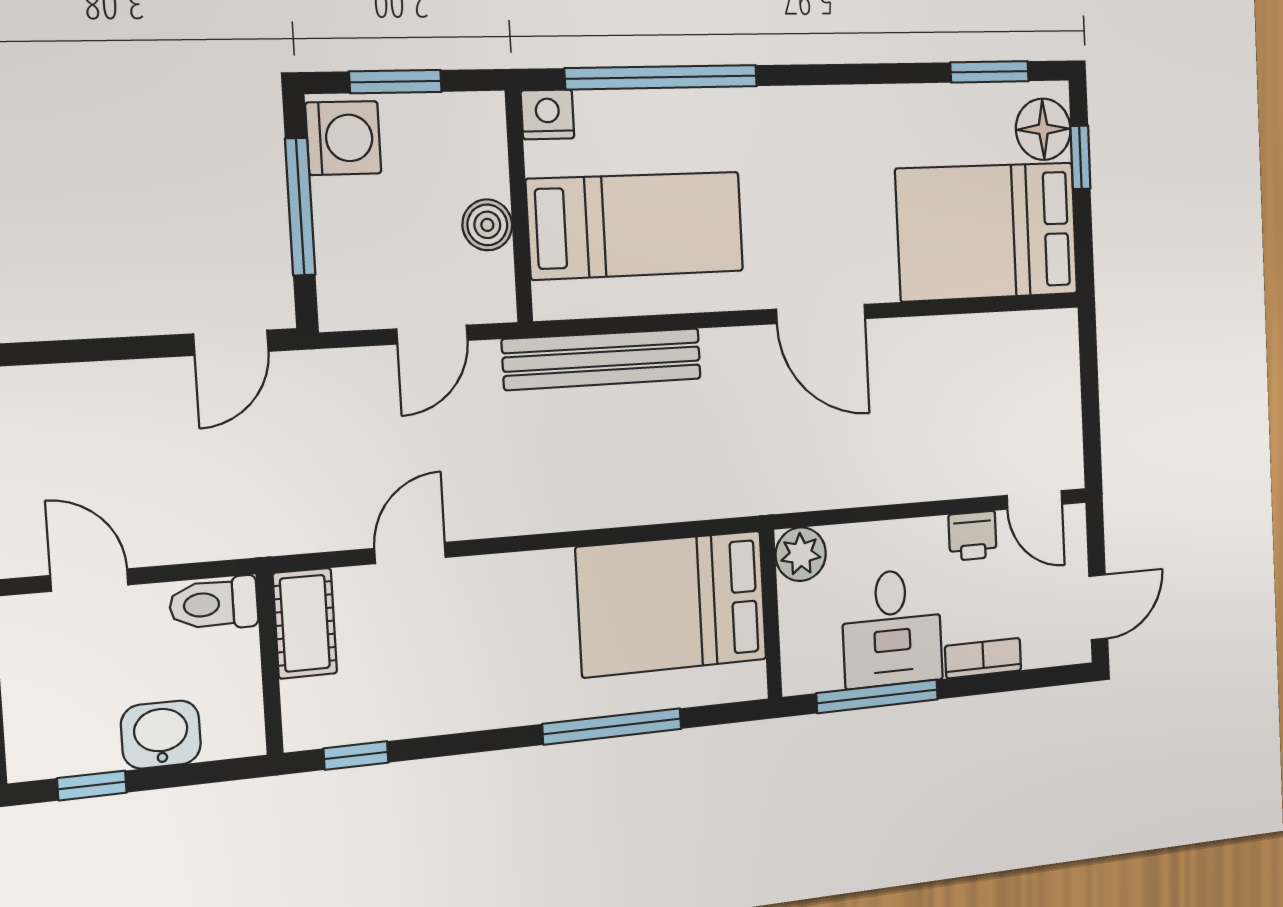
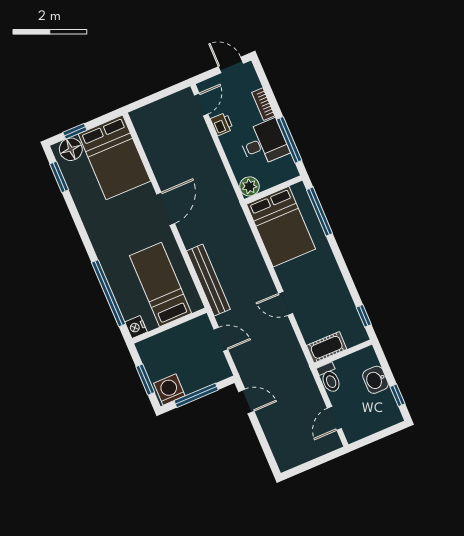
boiler: (487, 225) -> (179, 334), removed
door: (410, 553) -> (286, 303), moved
window: (612, 726) -> (319, 212), moved

